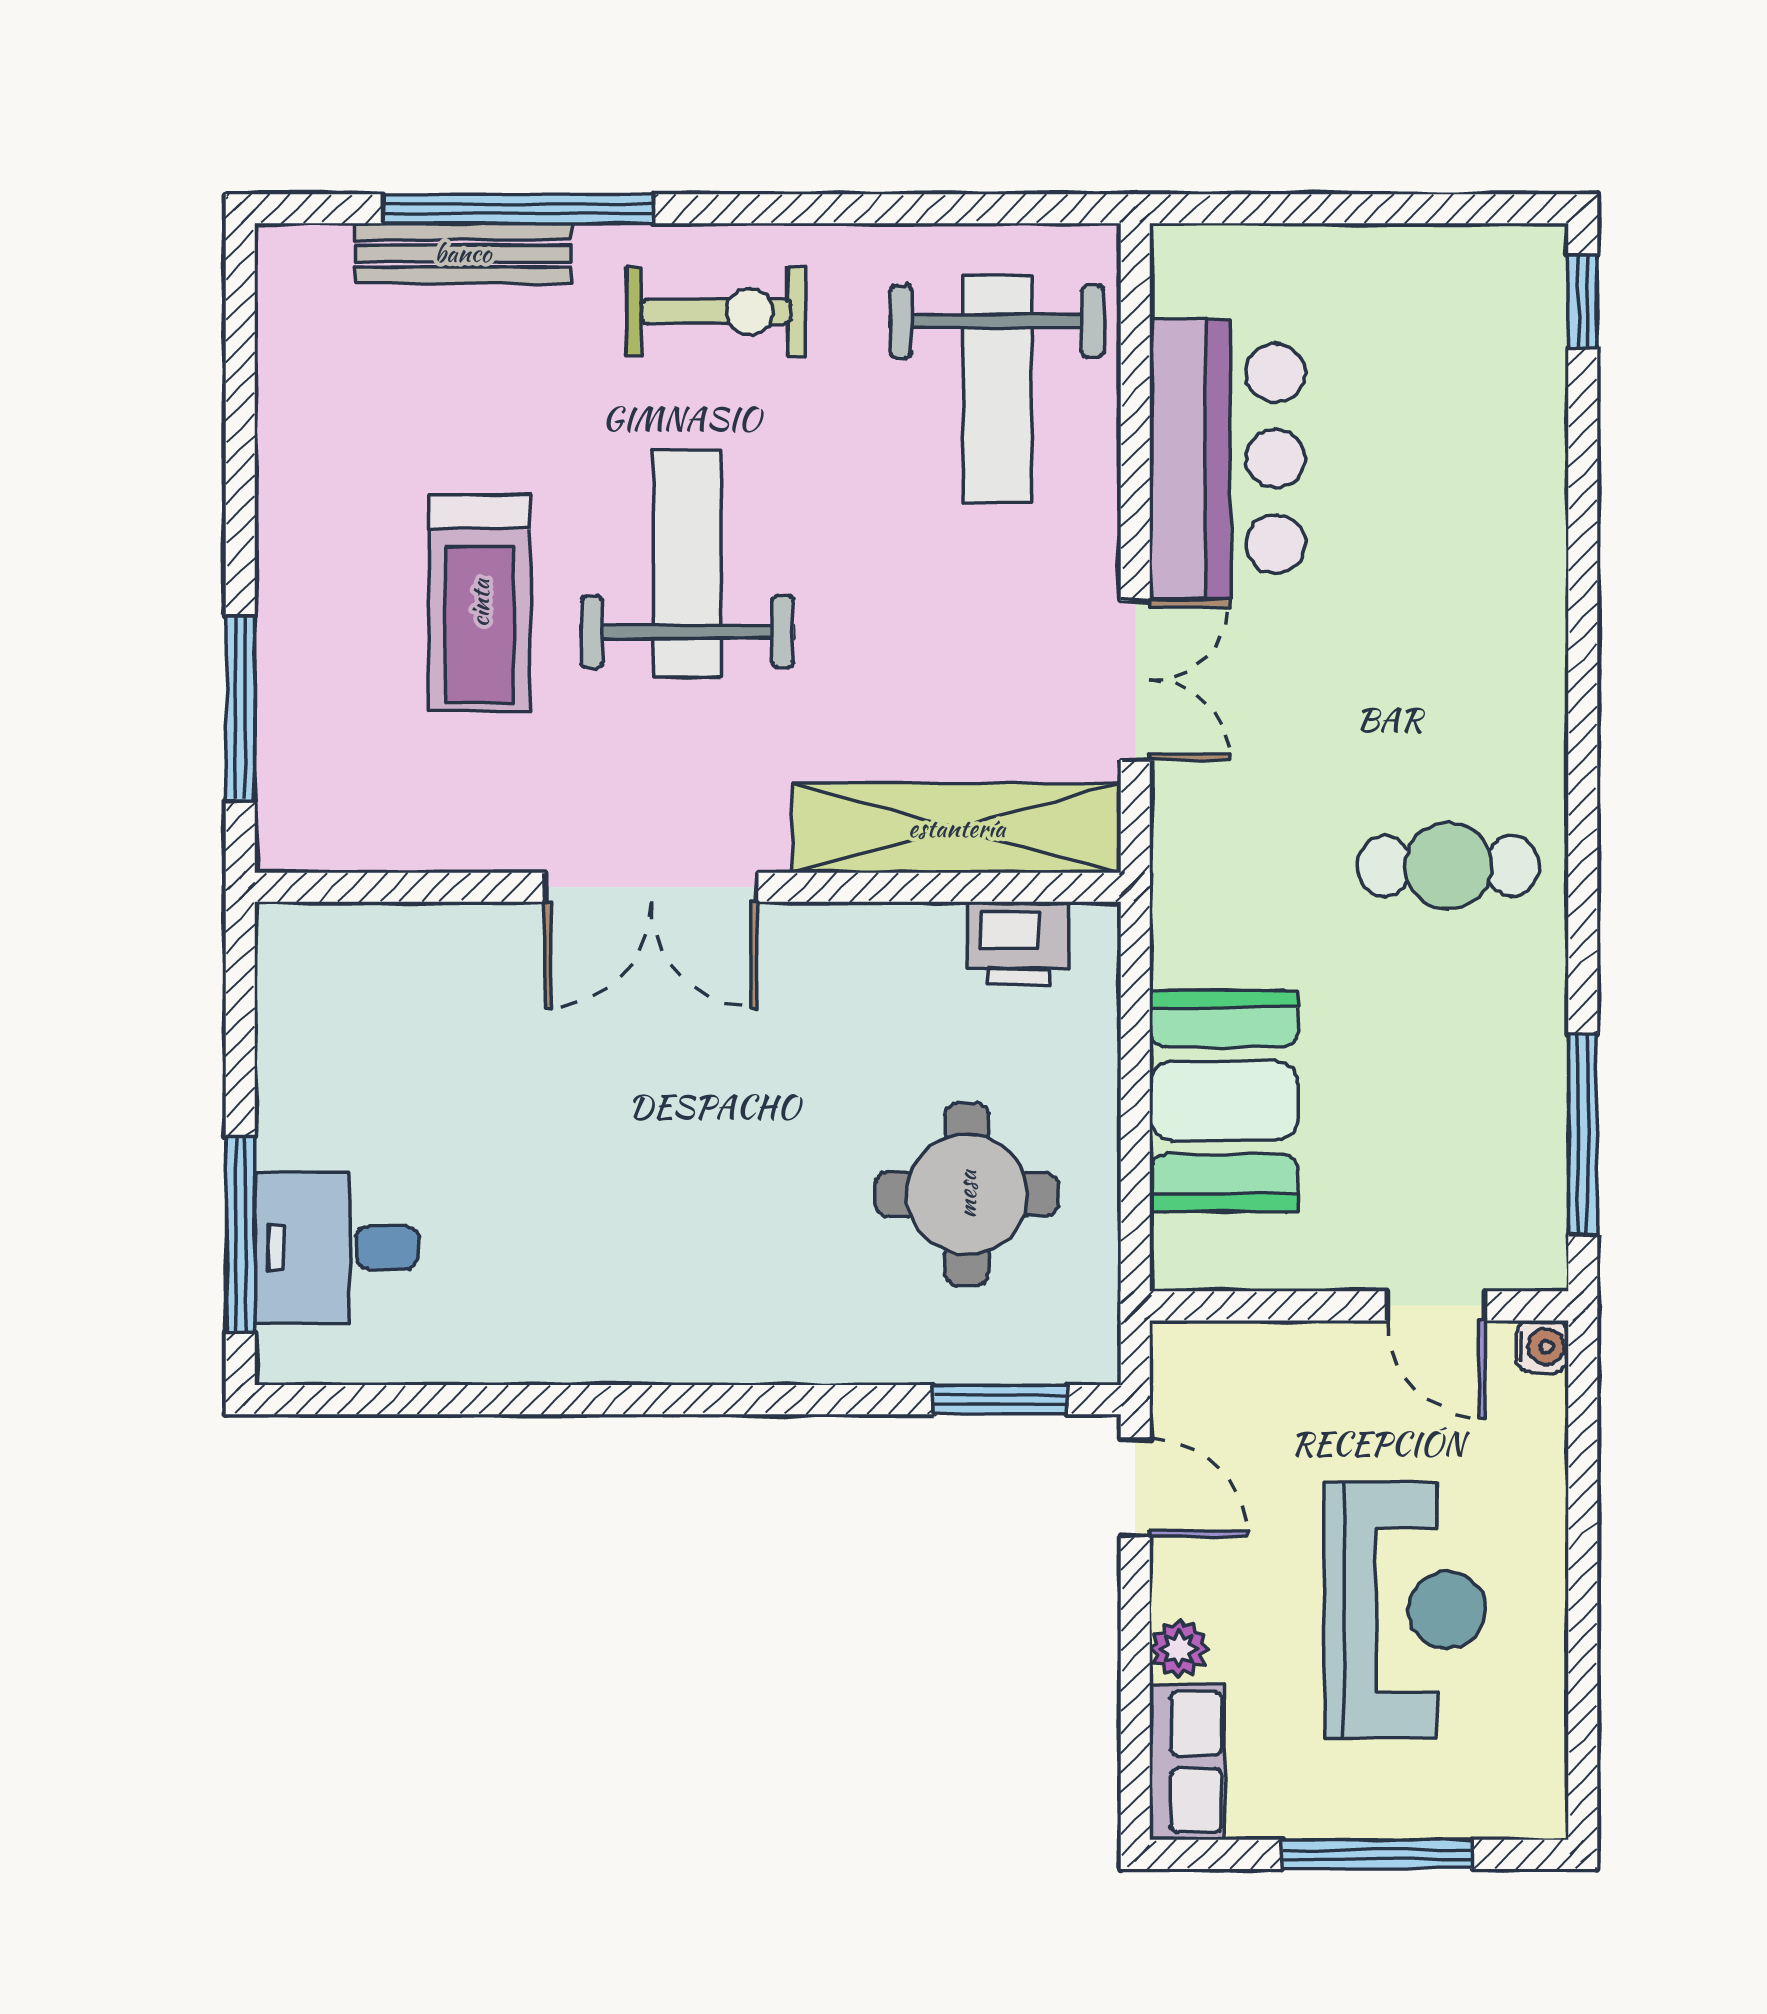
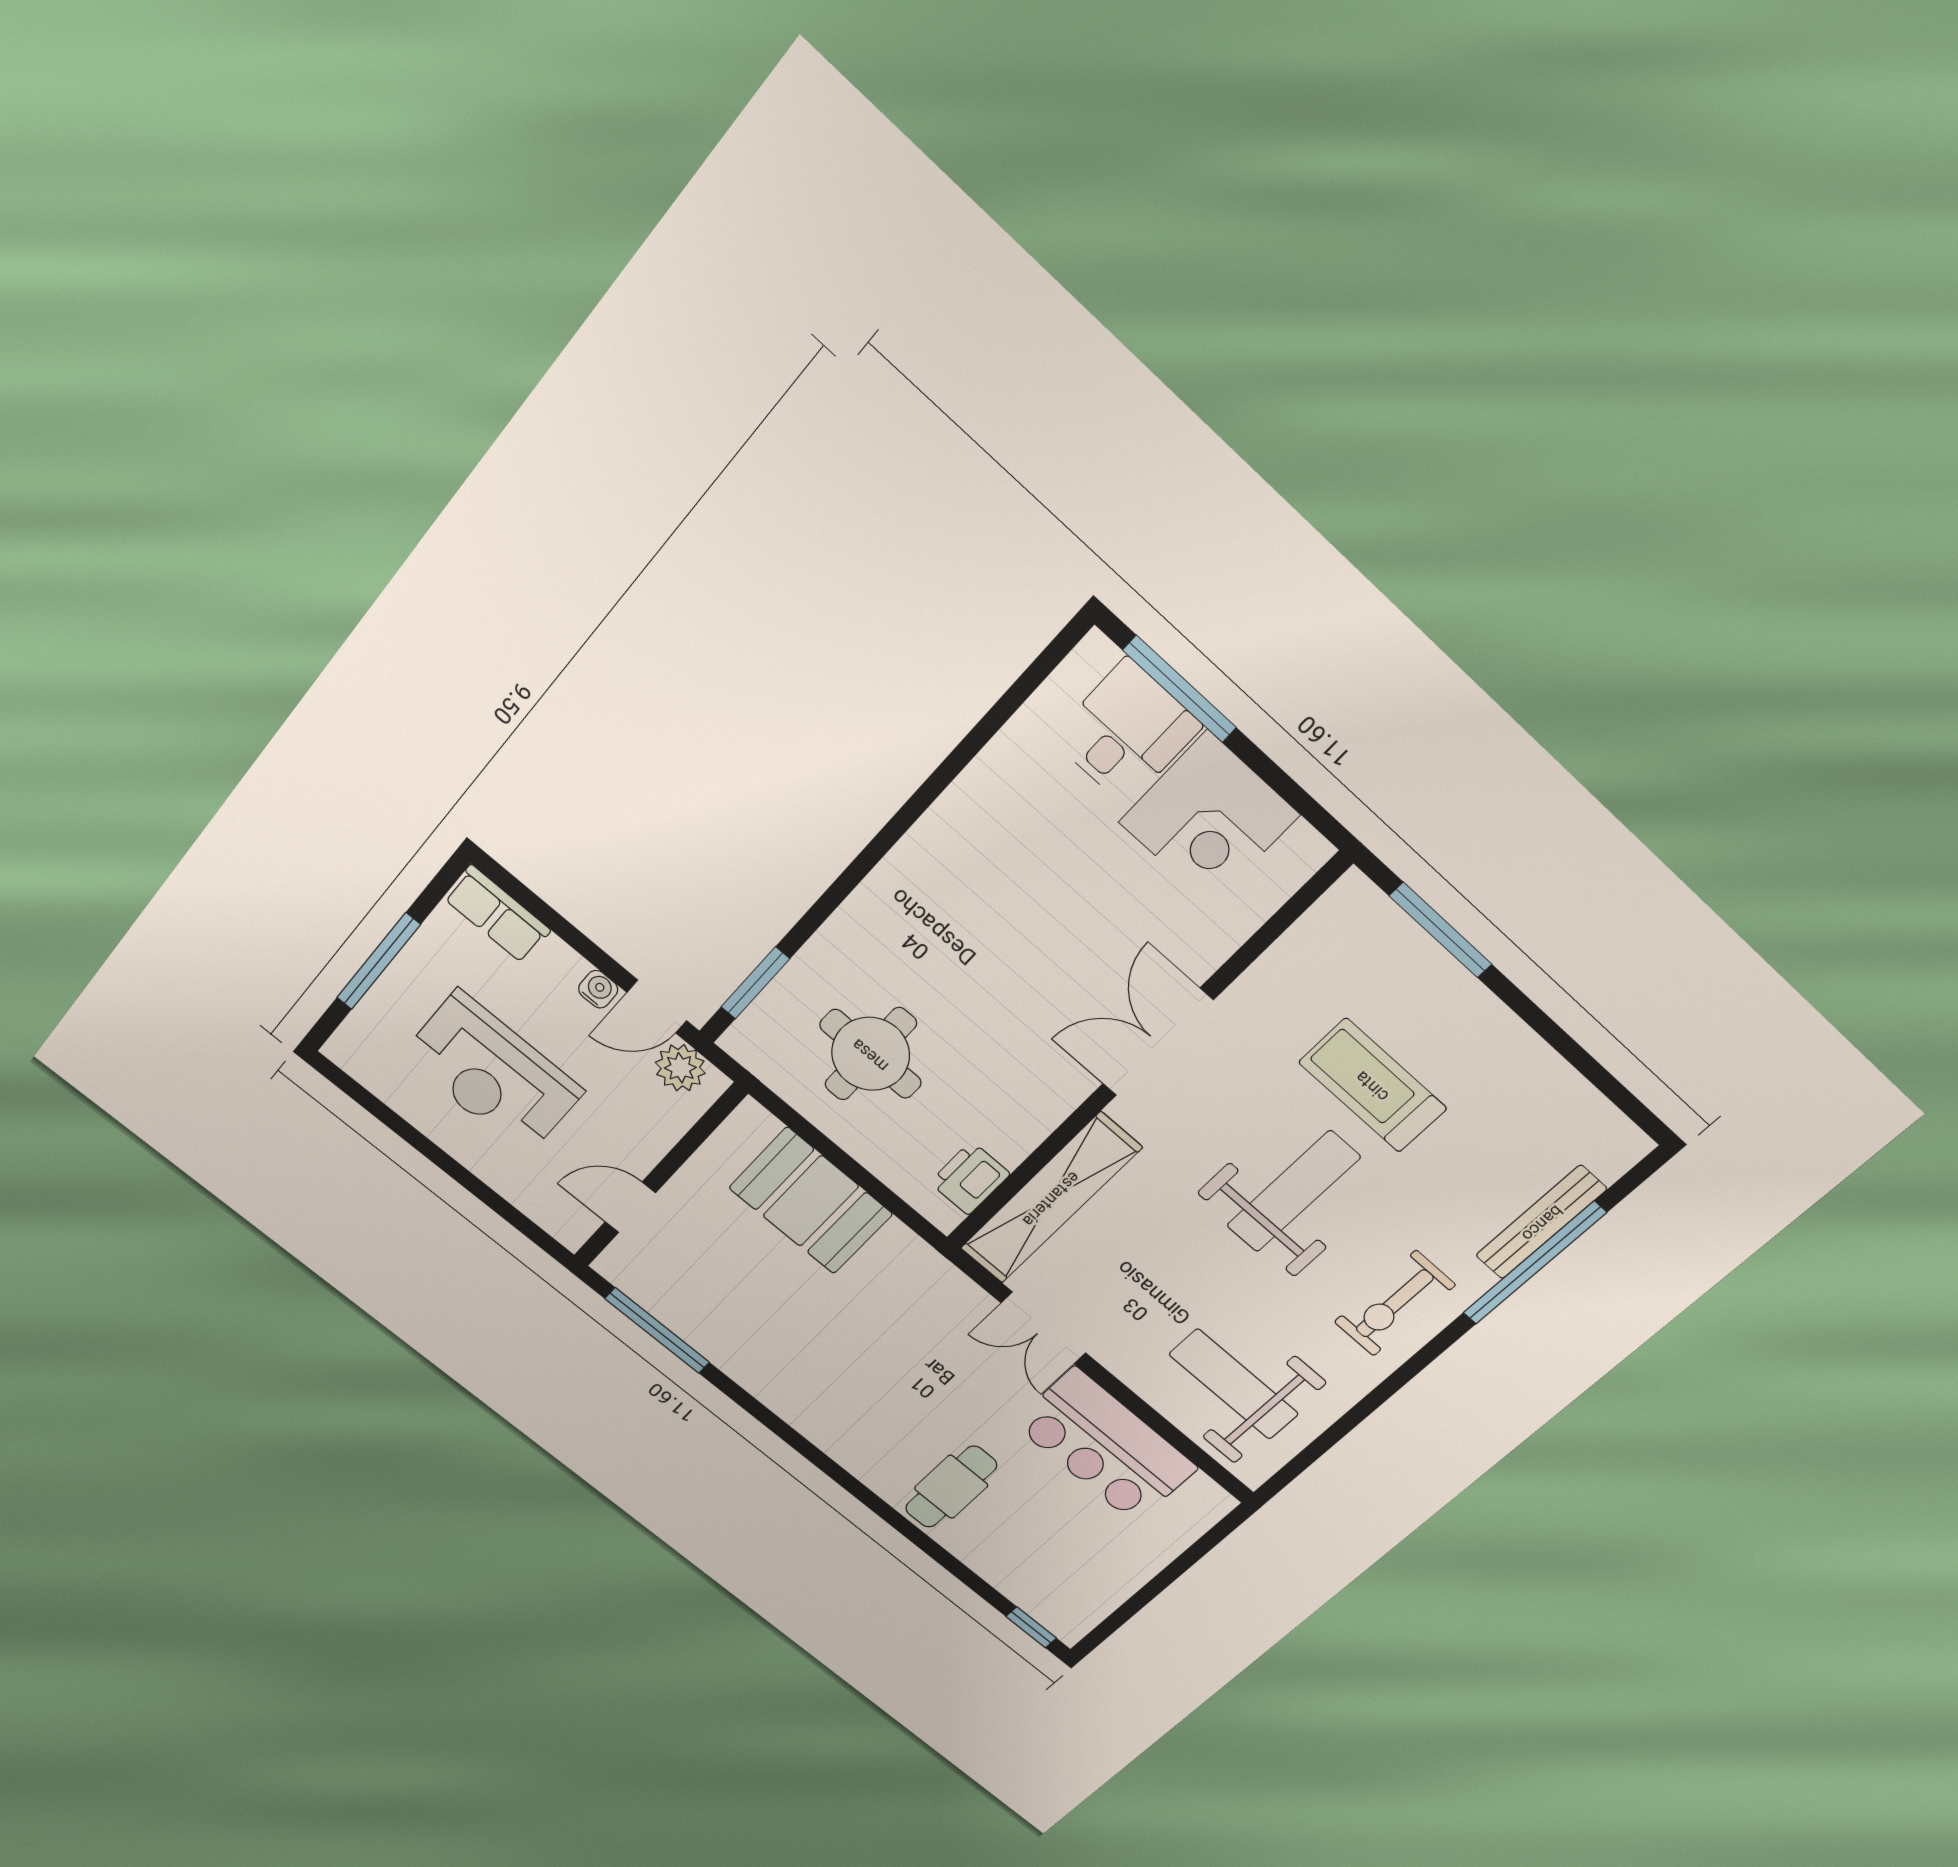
weight bench: (687, 564) -> (1293, 1191), turned -90
cafe table: (1448, 866) -> (951, 1487), moved
corner desk: (348, 1073) -> (1209, 818), added
water cooler: (1542, 1347) -> (598, 989), moved, turned 180
plant: (1179, 1649) -> (680, 1068), moved, width x1.38, depth x1.38

